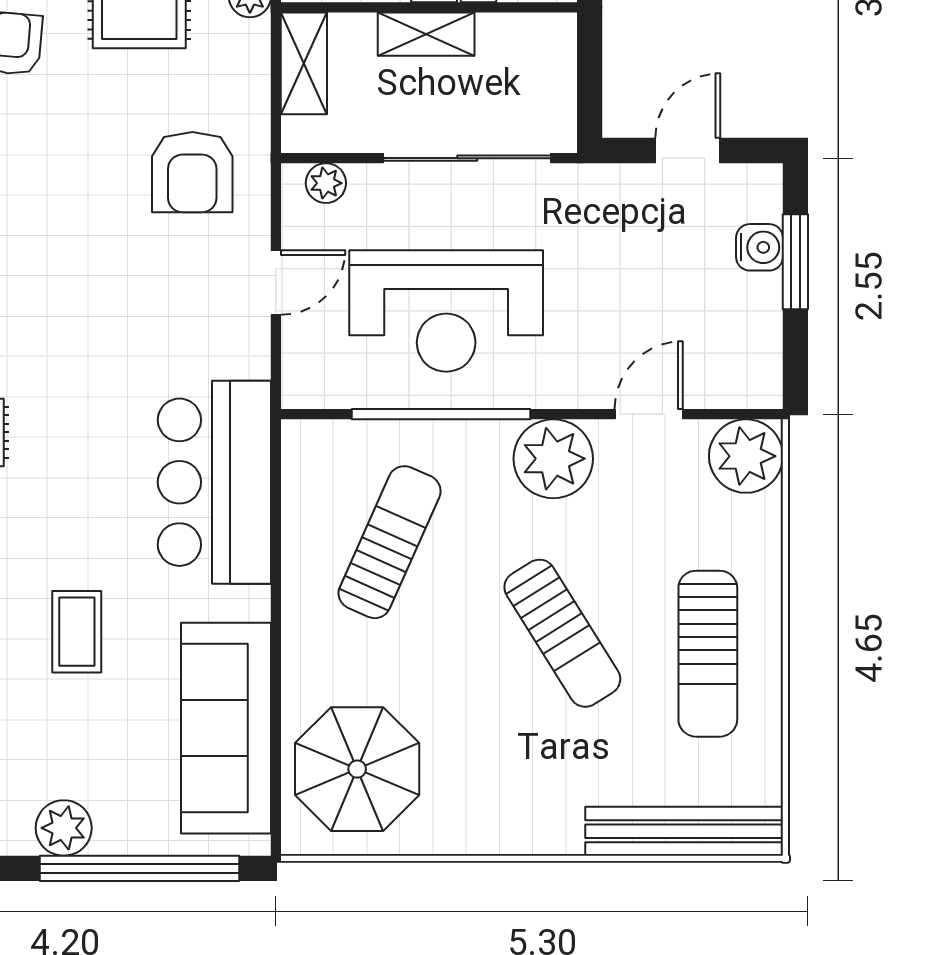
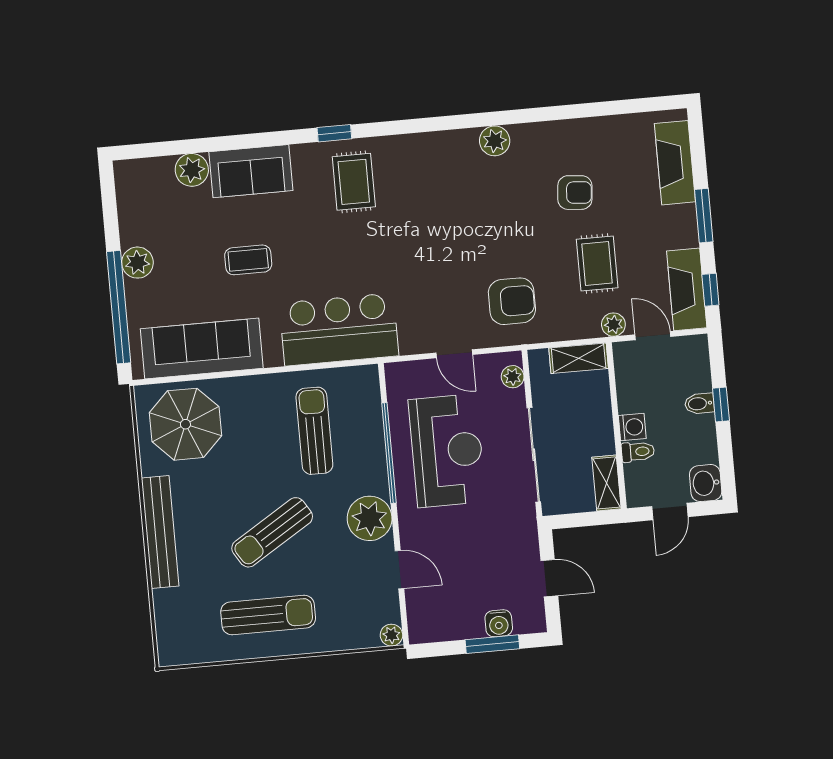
shelving: (426, 34) -> (606, 483), moved
armchair: (192, 172) -> (512, 301), turned 180
reception desk: (446, 311) -> (447, 451), turned 180
plant: (746, 456) -> (391, 635), width x0.53, depth x0.53
sun lounger: (390, 542) -> (314, 431), turned -114
sun lounger: (708, 654) -> (268, 615), turned 180
bench: (684, 831) -> (160, 532), moved

